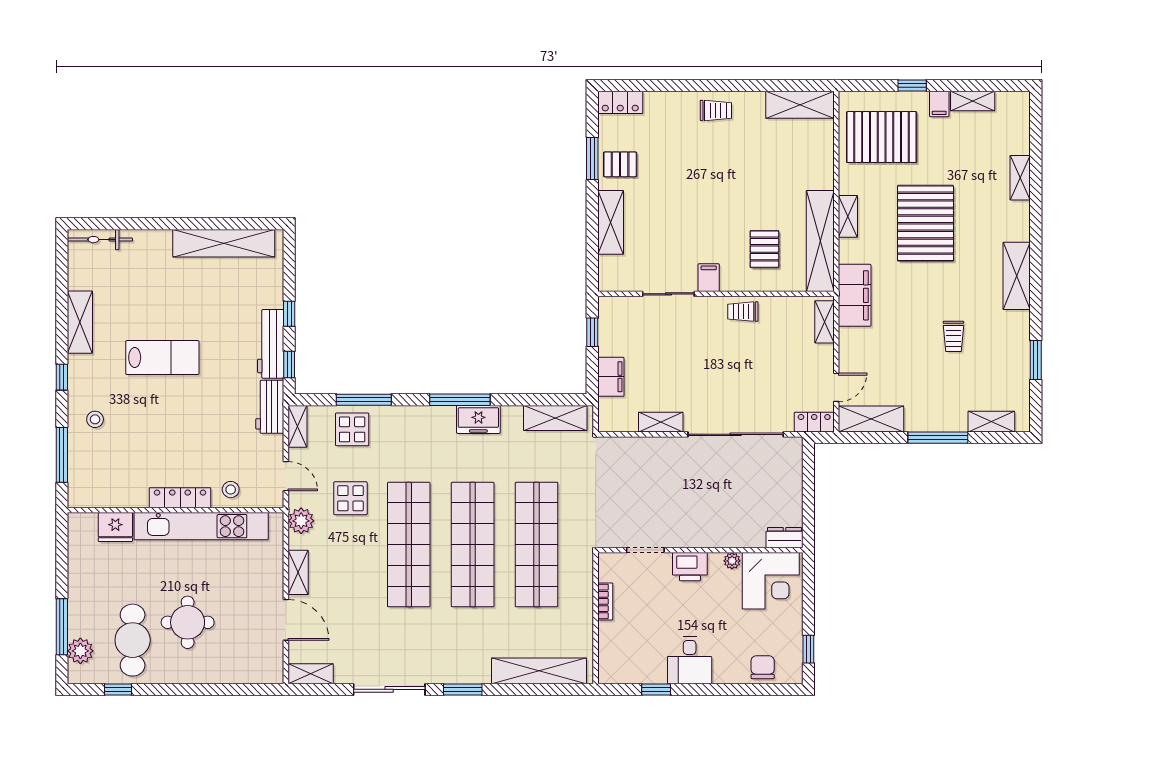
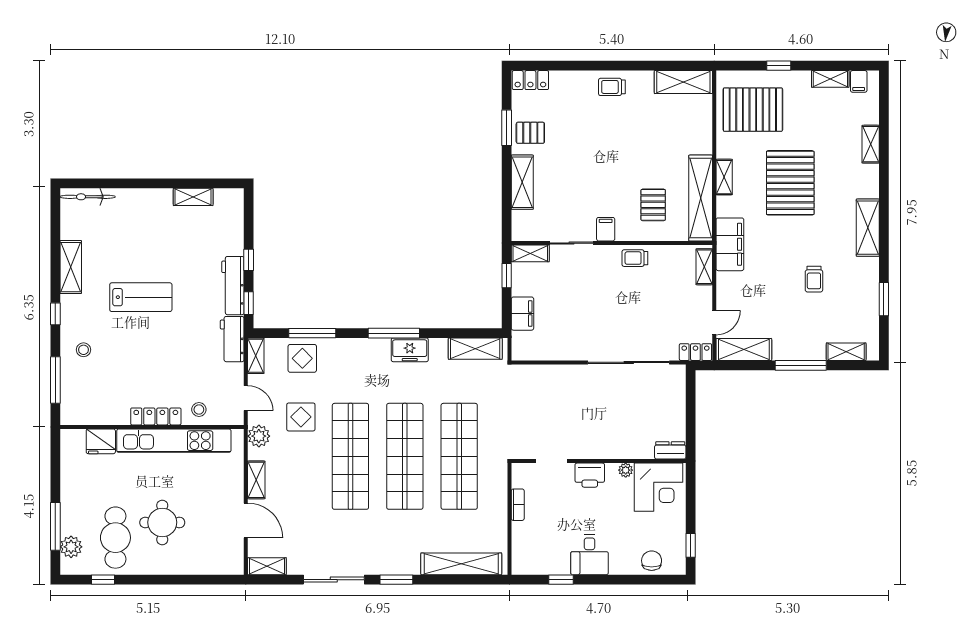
filing cabinet: (939, 104) -> (859, 81), moved
trolley: (716, 110) -> (612, 87), turned 180
shelving: (224, 243) -> (193, 197), width x0.45, depth x0.75
shelving: (661, 422) -> (530, 253), moved

